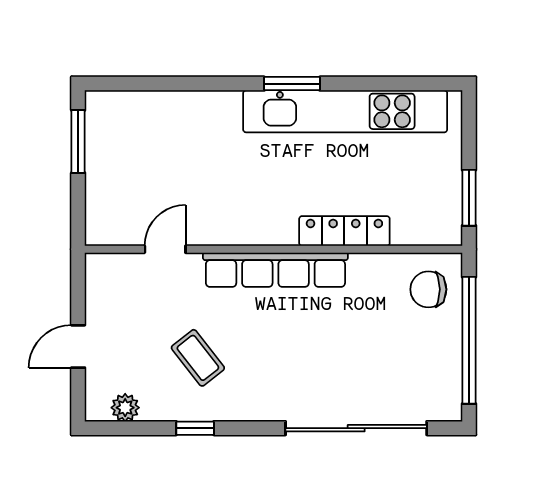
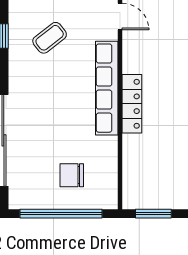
locker: (344, 231) -> (132, 104), moved
chair: (428, 289) -> (72, 175), moved, turned -90

